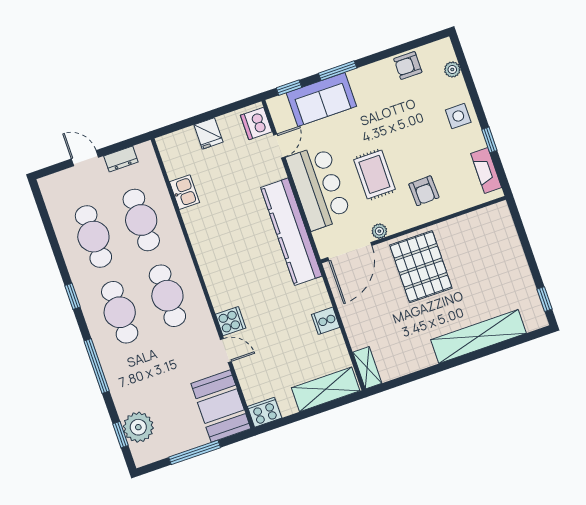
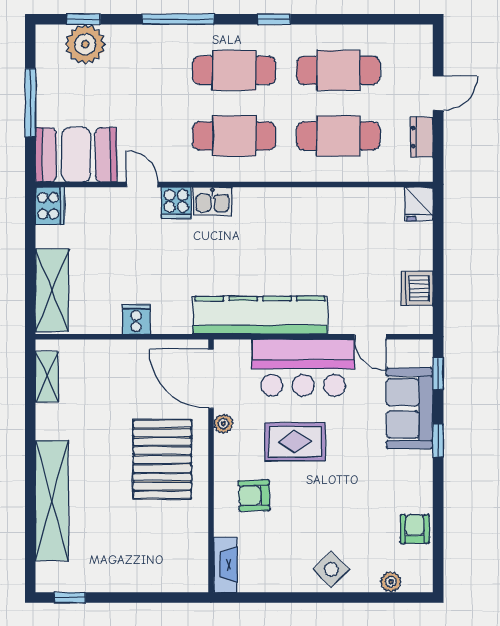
window: (338, 71) -> (438, 441), width x0.67
side table: (458, 116) -> (331, 569), turned 45
dishwasher: (256, 123) -> (417, 289), moved, turned -90
fridge: (208, 133) -> (419, 204), moved, turned -90
window: (489, 140) -> (289, 597), removed
fireplace: (486, 170) -> (225, 565), moved, turned 90
kitchen sink: (185, 192) -> (212, 201), moved
pallet: (421, 267) -> (162, 459), turned 90
door: (226, 351) -> (142, 184), swing flipped
shelving: (367, 368) -> (47, 377), moved, turned 90

